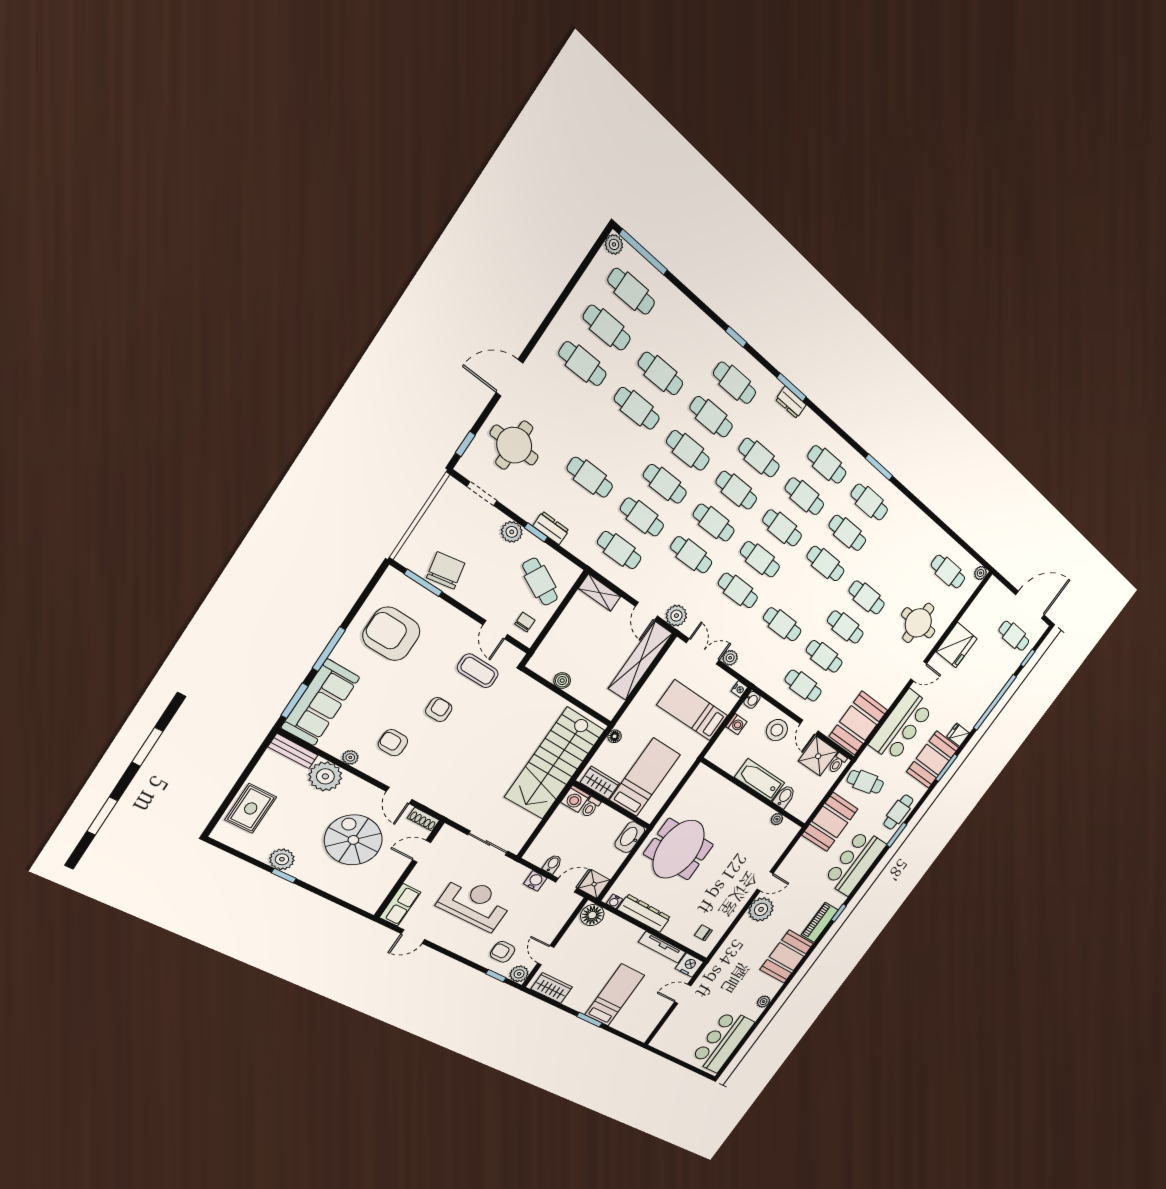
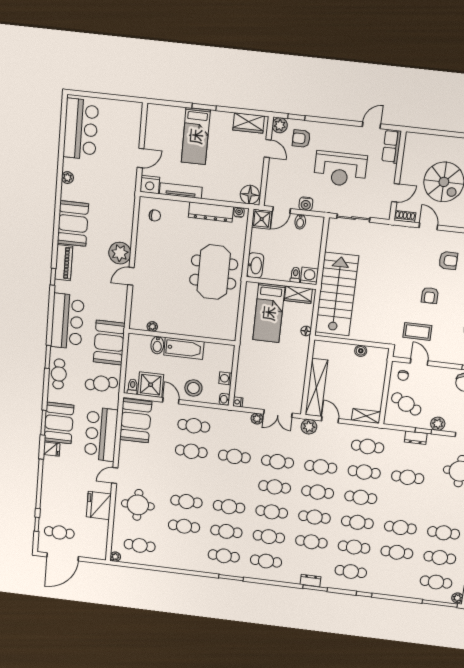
cafe table: (845, 627) -> (184, 526), moved
bed: (693, 710) -> (262, 373), removed
armchair: (503, 952) -> (301, 139), turned 180

